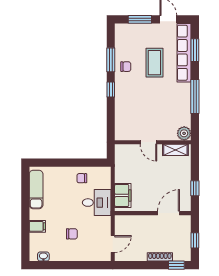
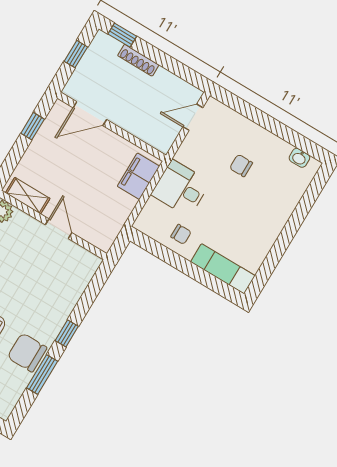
chair: (126, 67) -> (27, 352), width x1.87, depth x1.87
exam couch: (36, 189) -> (223, 269), moved, turned 90
filing cabinet: (37, 226) -> (283, 205), removed

